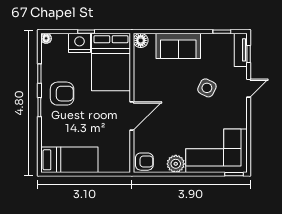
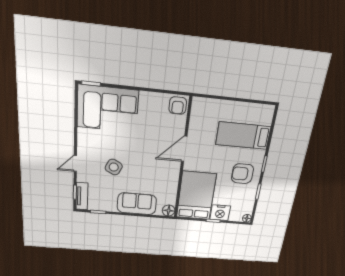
bed: (69, 160) -> (243, 136), moved
armchair: (144, 162) -> (178, 106), turned -90
plant: (176, 164) -> (148, 100), removed

